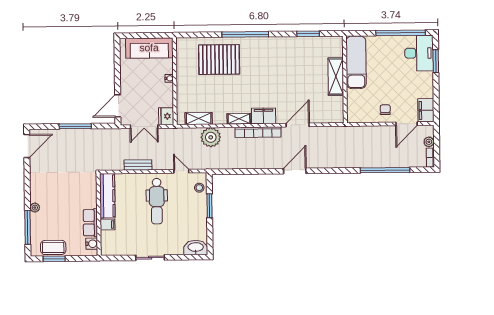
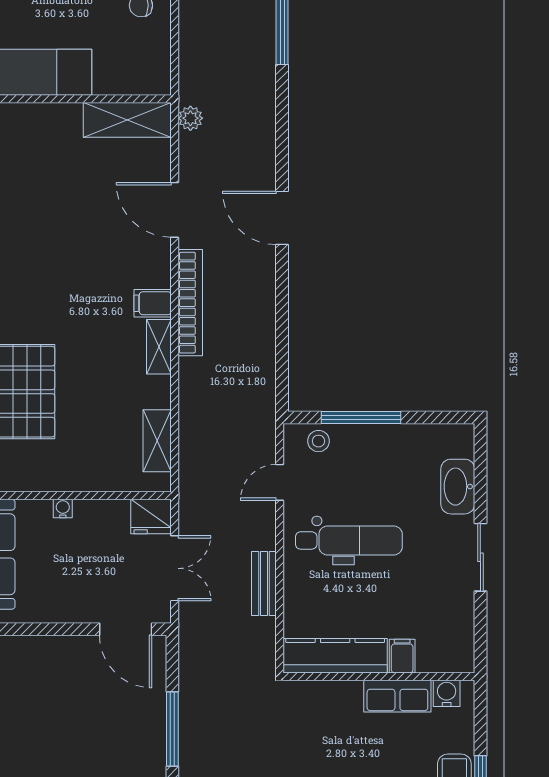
shelving: (336, 77) -> (127, 120), moved
filing cabinet: (264, 116) -> (153, 303), width x0.50
plant: (211, 137) -> (190, 118), moved, width x0.53, depth x0.53
window: (210, 206) -> (361, 417), width x1.44
washbasin: (196, 247) -> (458, 487), moved

